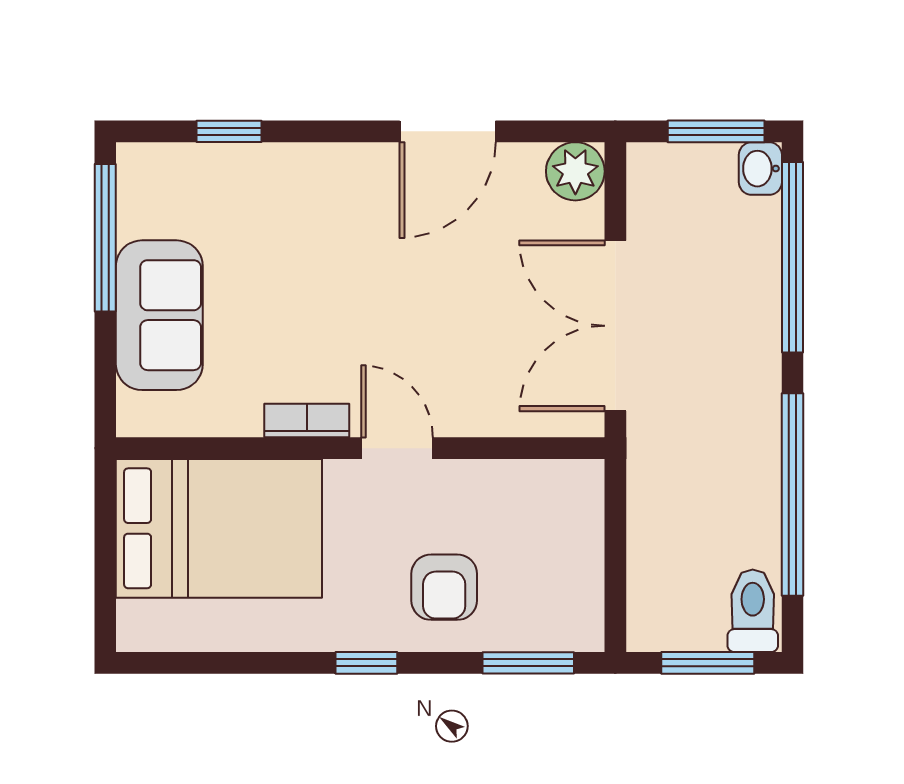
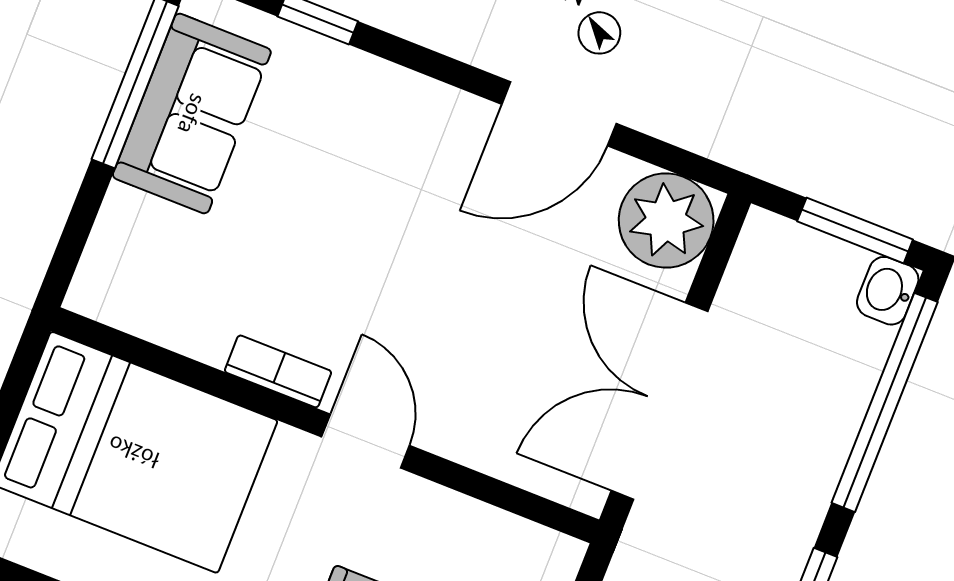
plant: (575, 171) -> (666, 221), width x1.36, depth x1.36
sofa: (159, 315) -> (192, 114), moved

